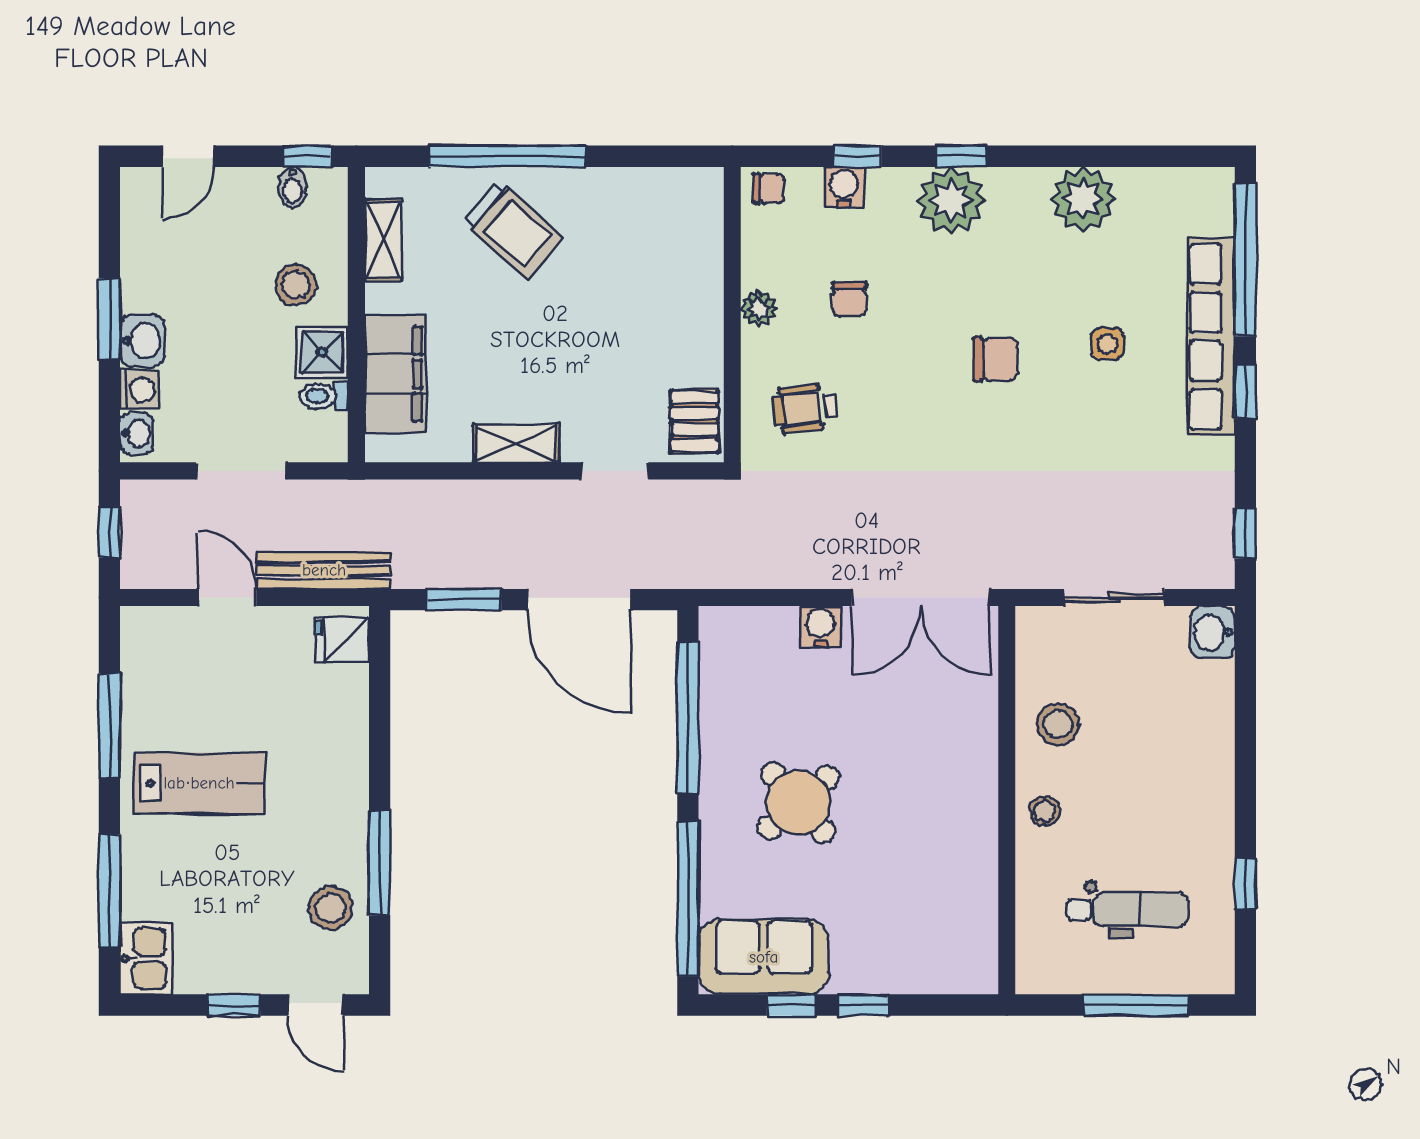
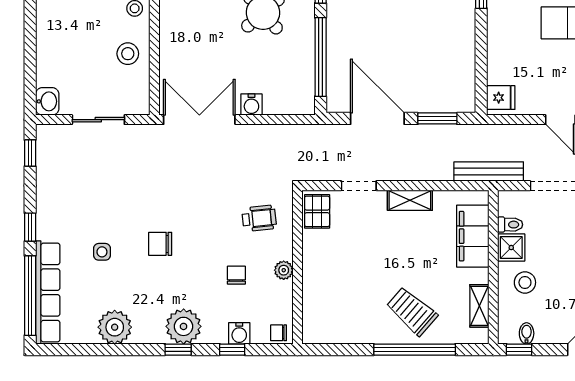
row of seats: (1211, 337) -> (48, 293), moved
bench: (324, 570) -> (489, 171), moved

